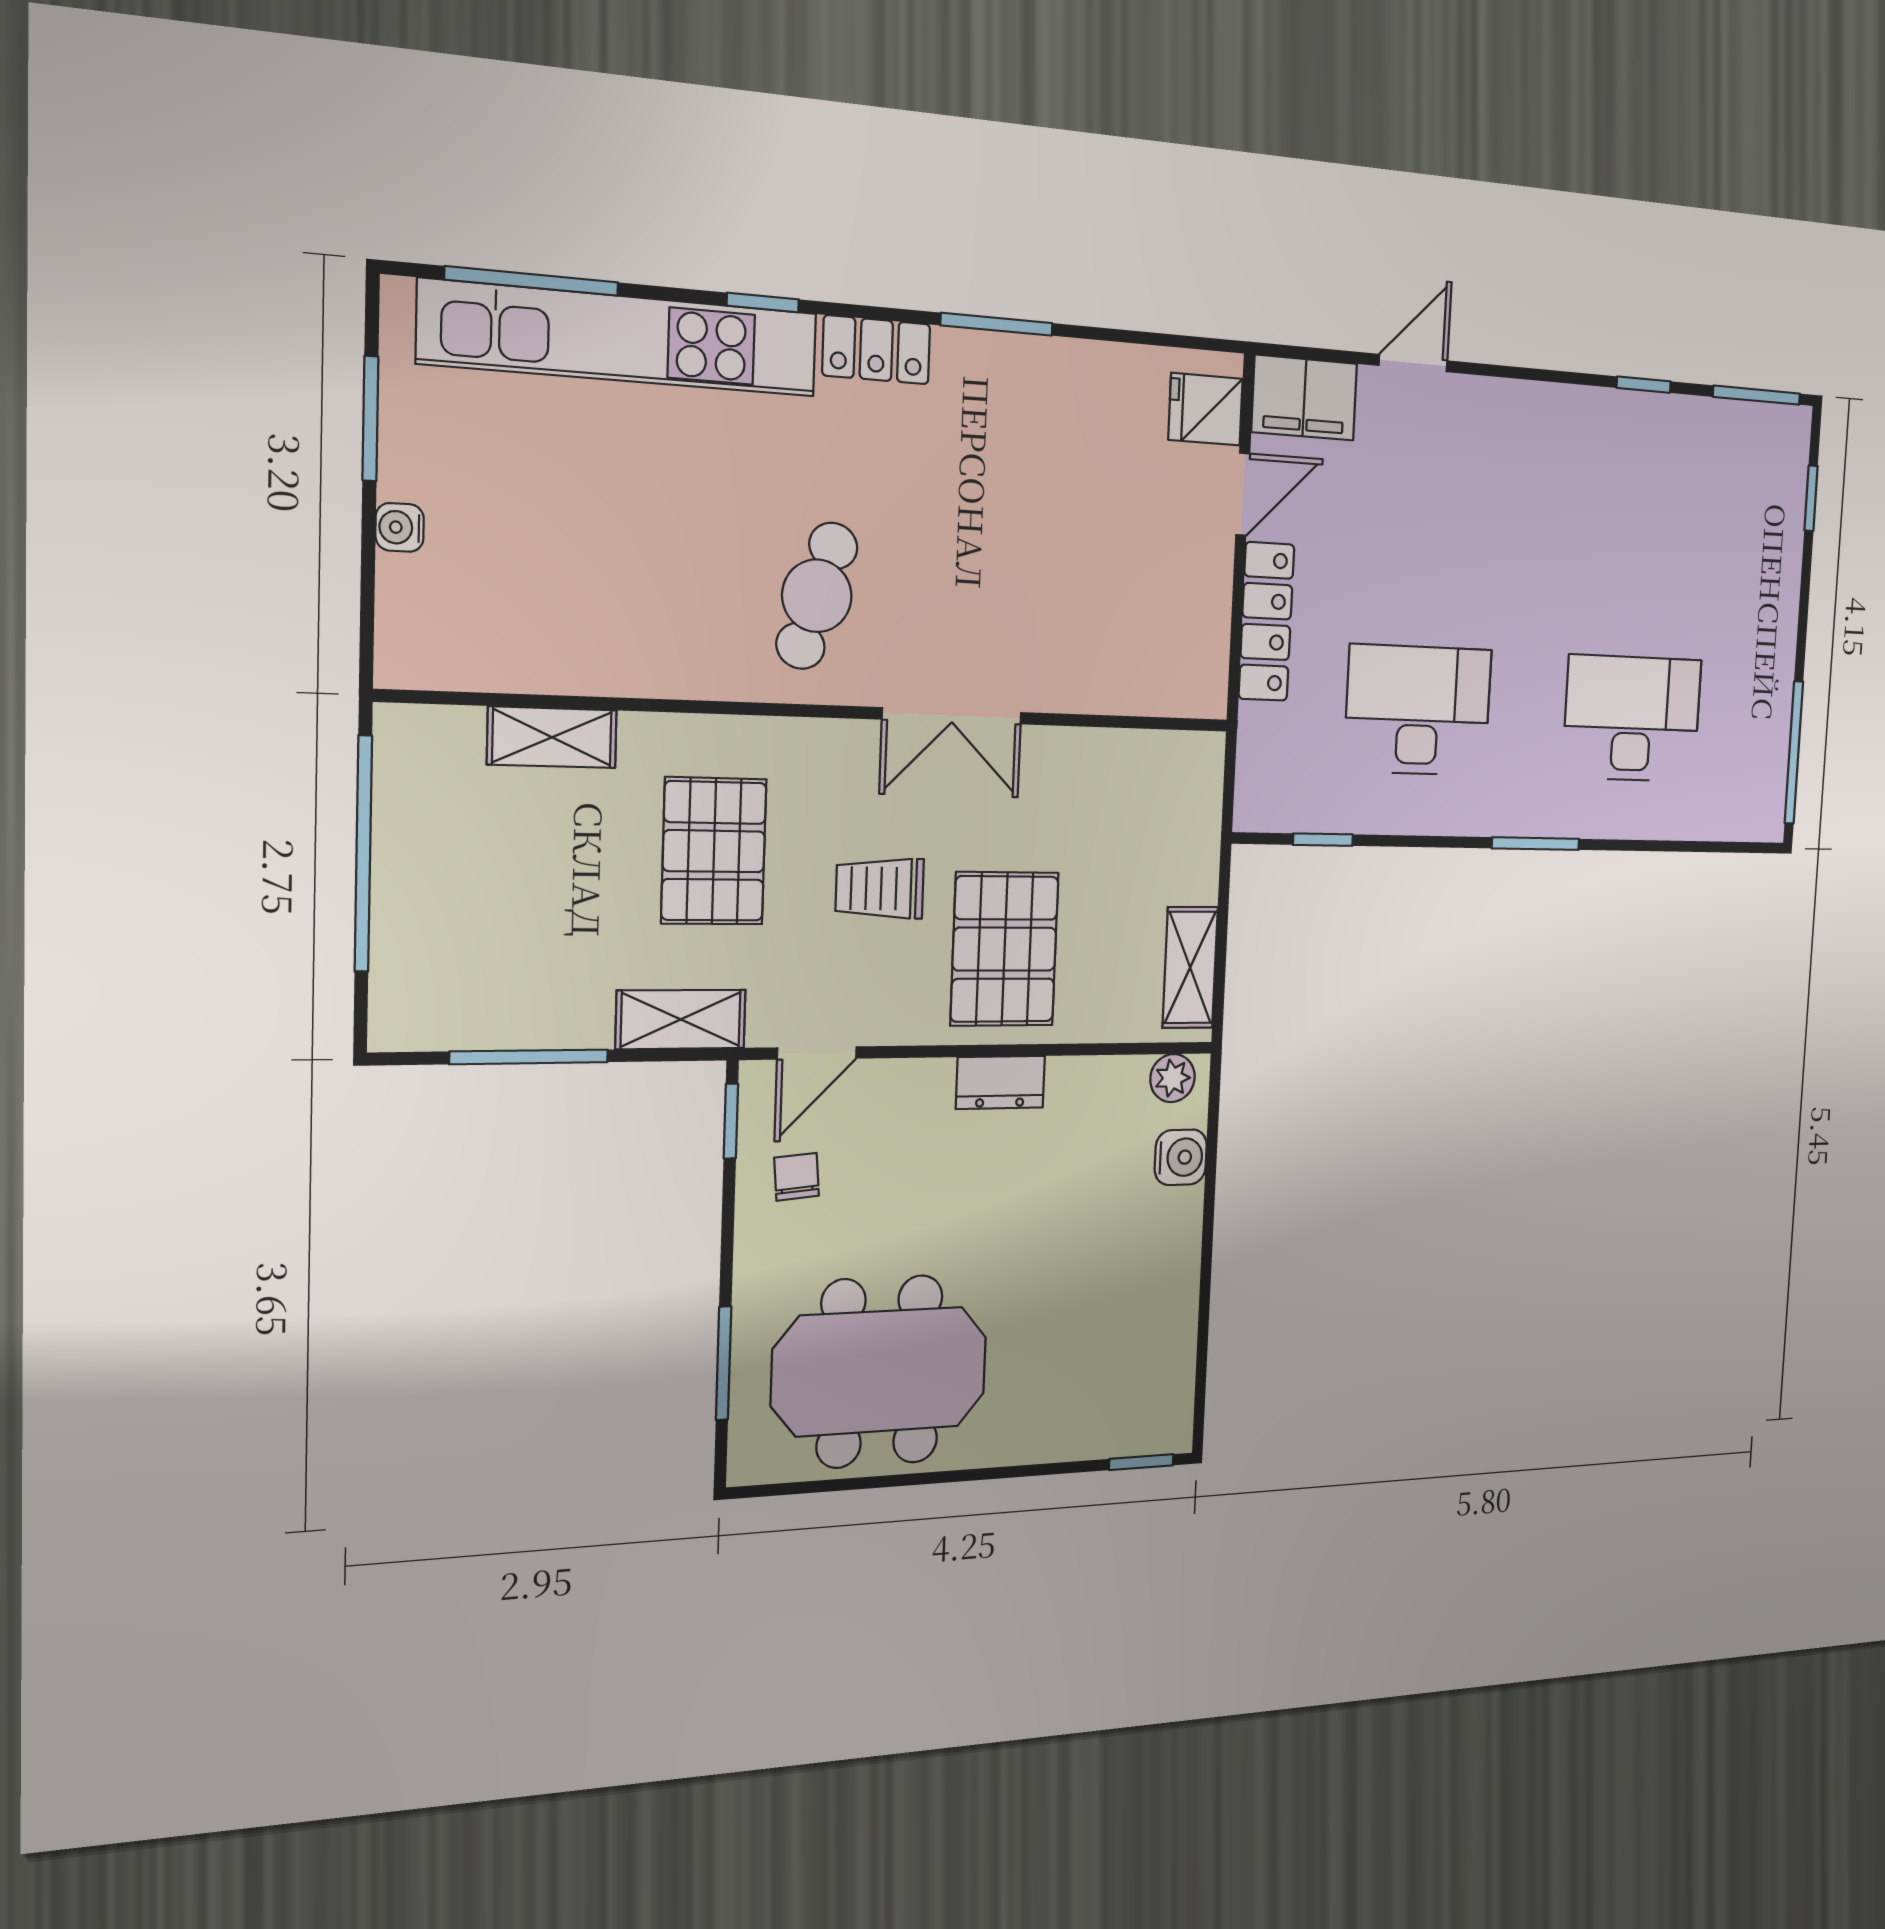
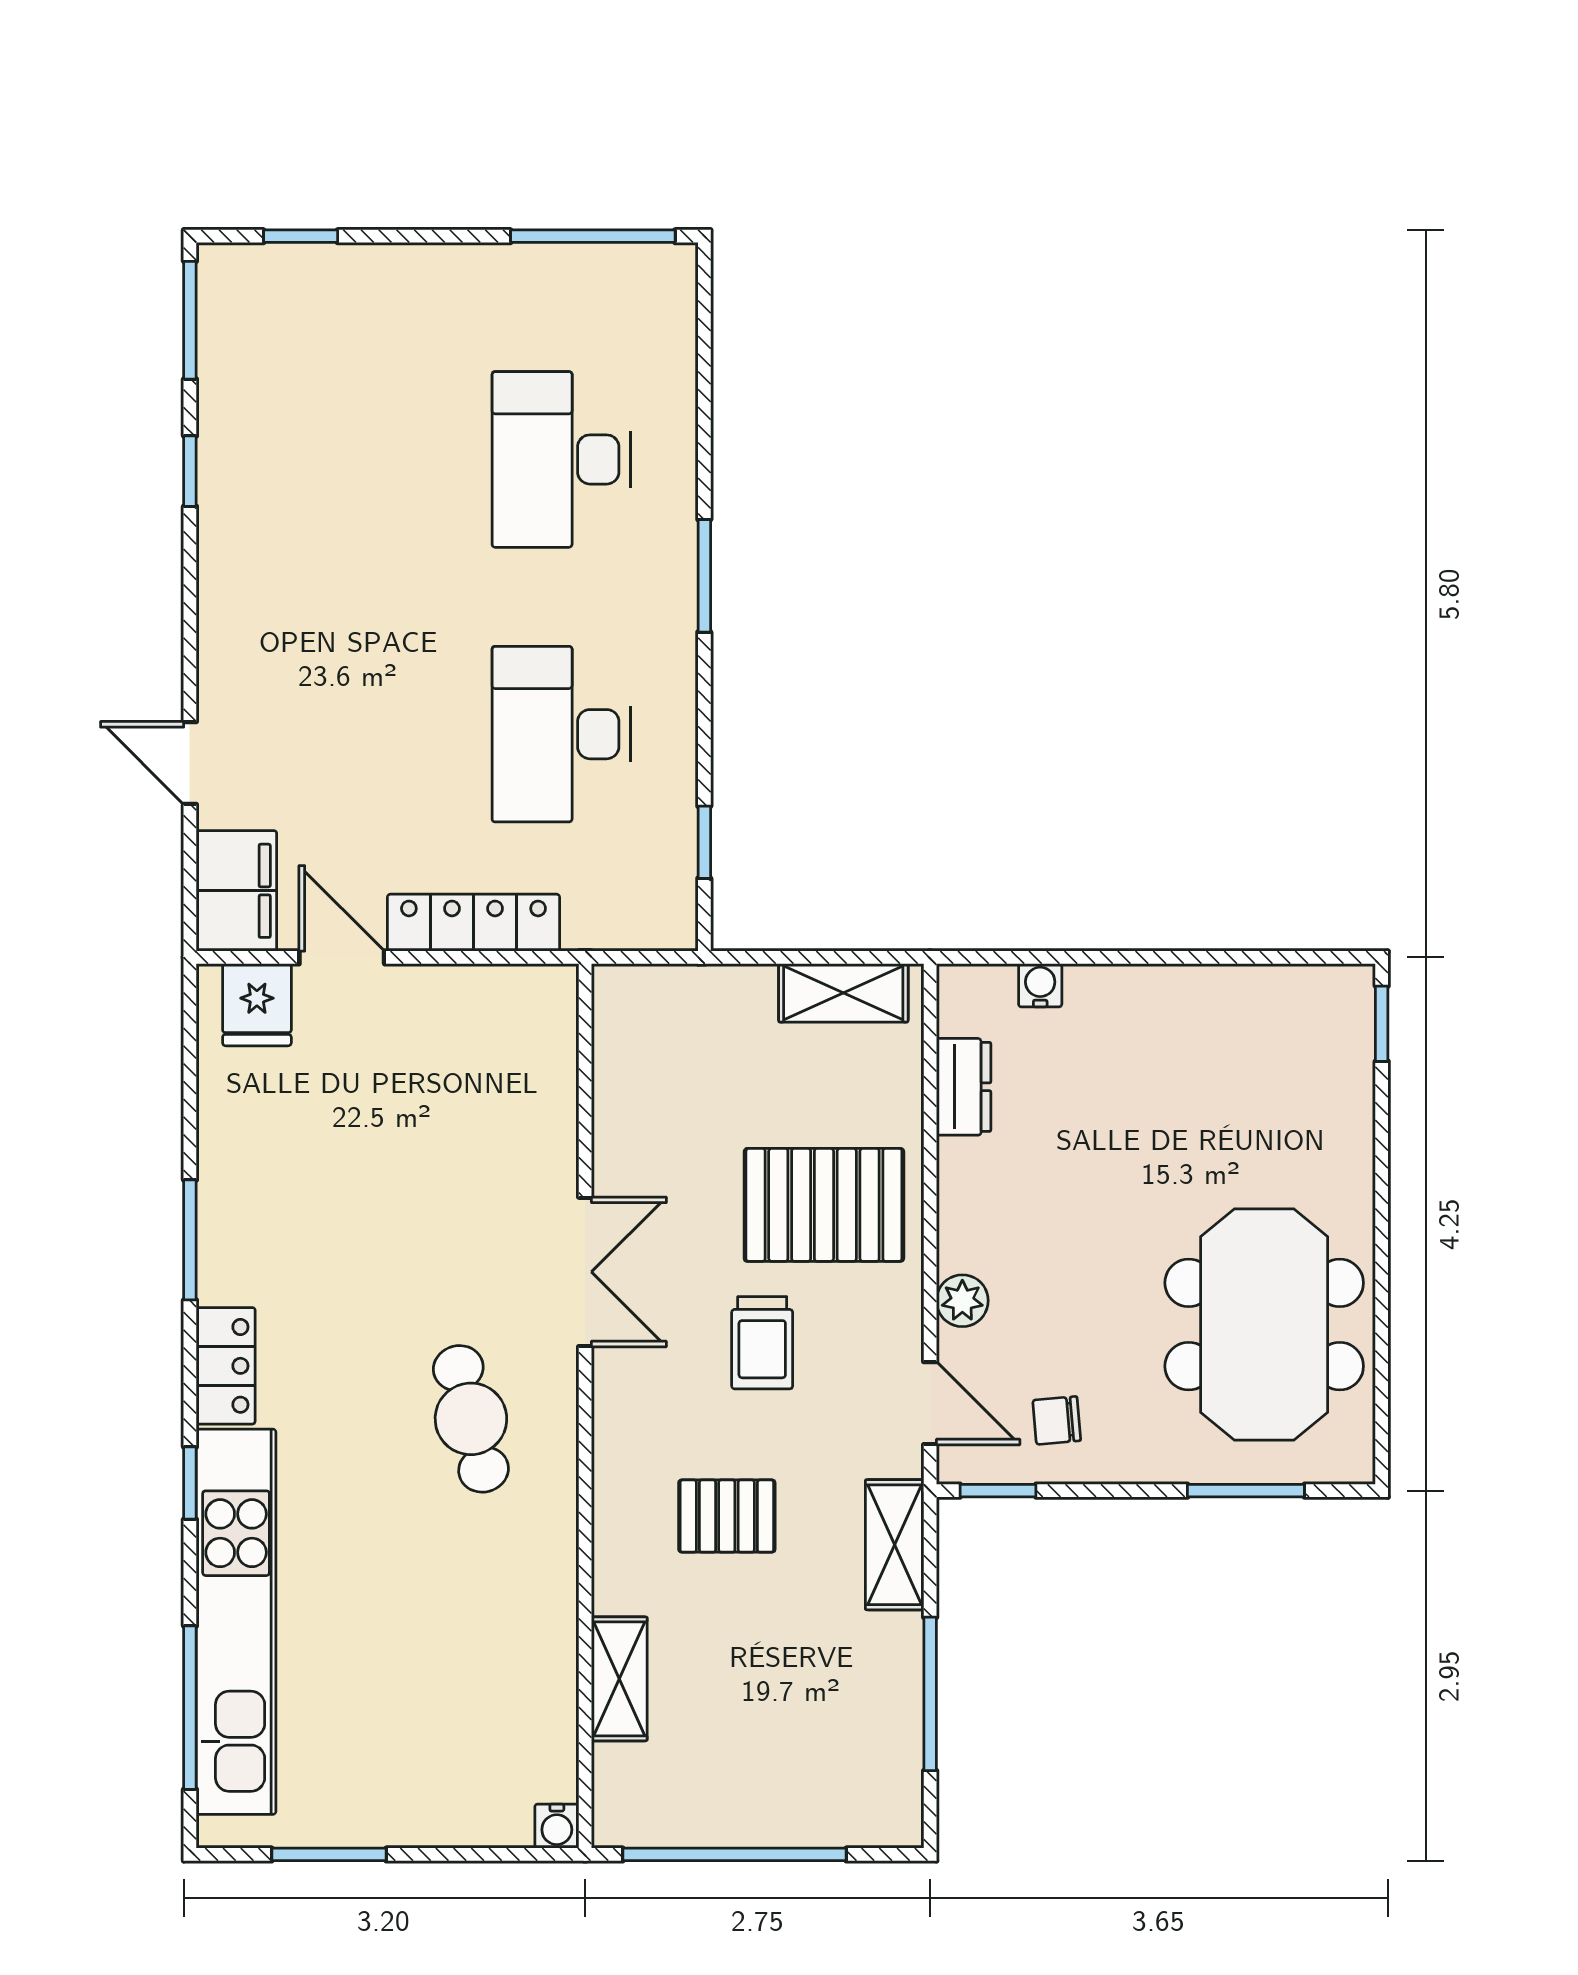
water cooler: (400, 527) -> (557, 1826), moved
cafe table: (817, 596) -> (471, 1419), turned 59
pallet: (714, 851) -> (727, 1516), width x0.67, depth x0.71
plant: (1173, 1078) -> (962, 1301), moved
dresser: (1000, 1082) -> (964, 1087), moved
water cooler: (1181, 1157) -> (1040, 985), width x0.72, depth x0.72

